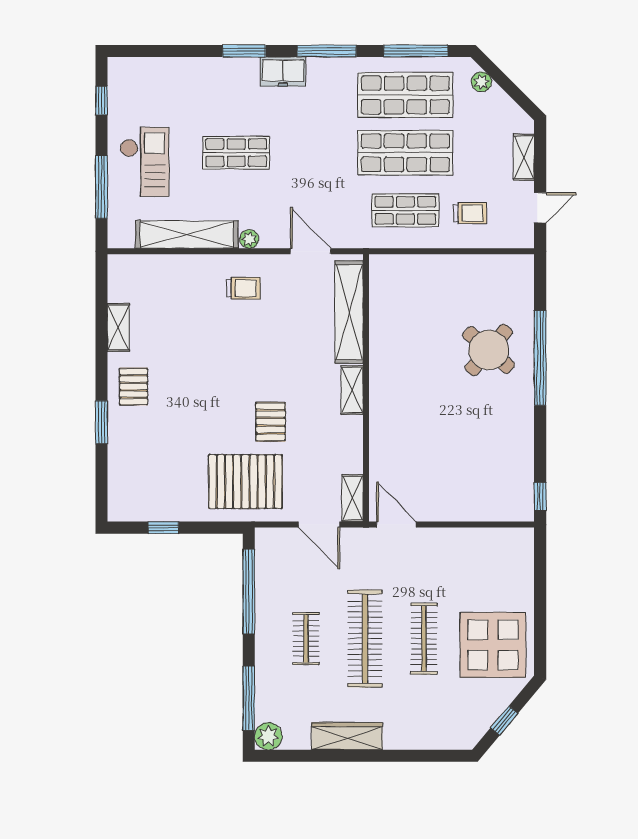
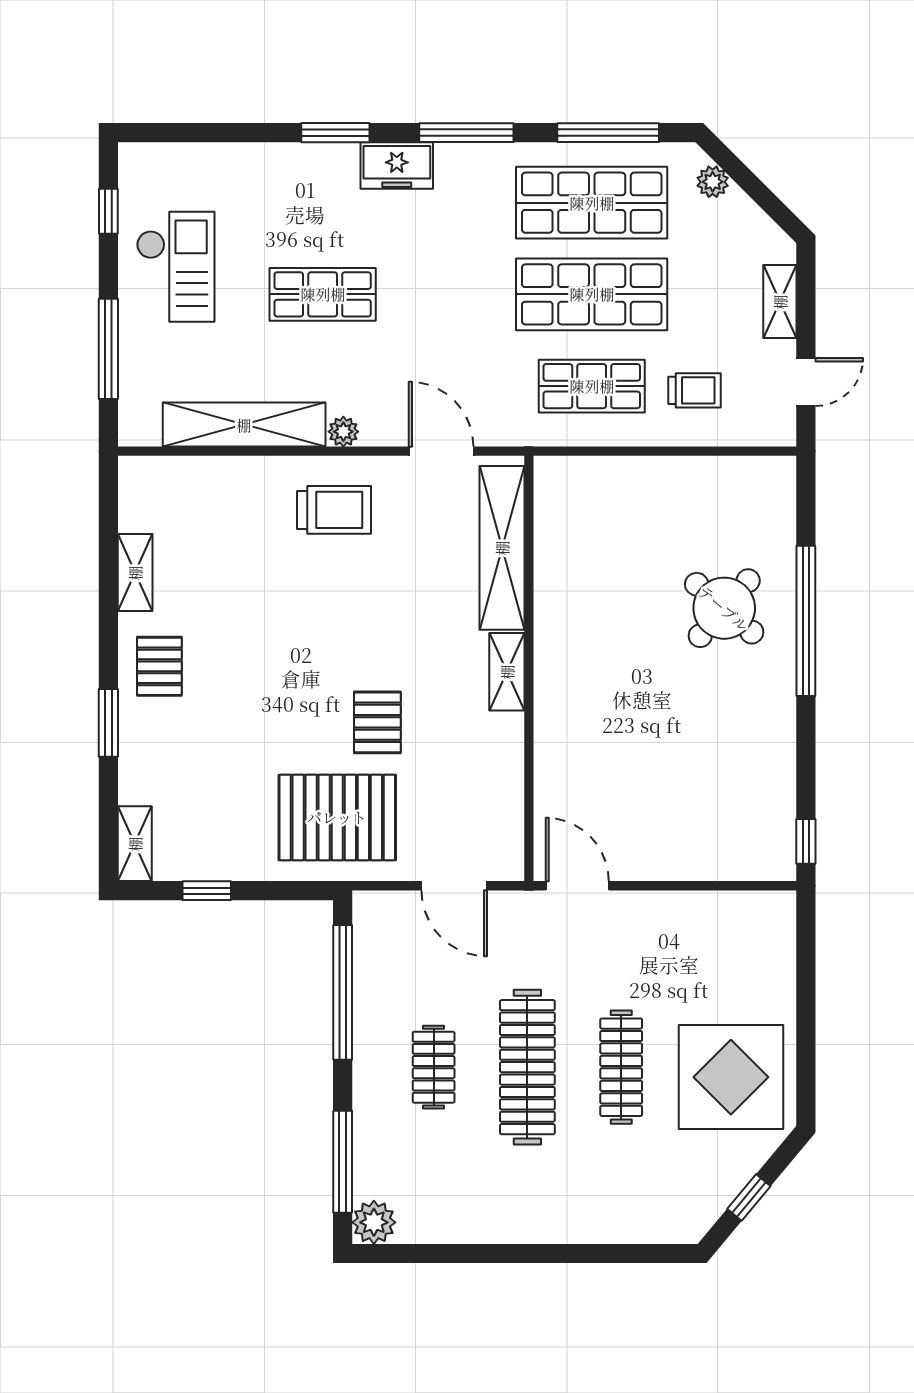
checkout: (145, 162) -> (176, 267), moved
trolley: (243, 288) -> (334, 510), width x1.36, depth x1.39
shelving: (352, 498) -> (135, 844), moved
wardrobe: (347, 736) -> (499, 1222), removed

